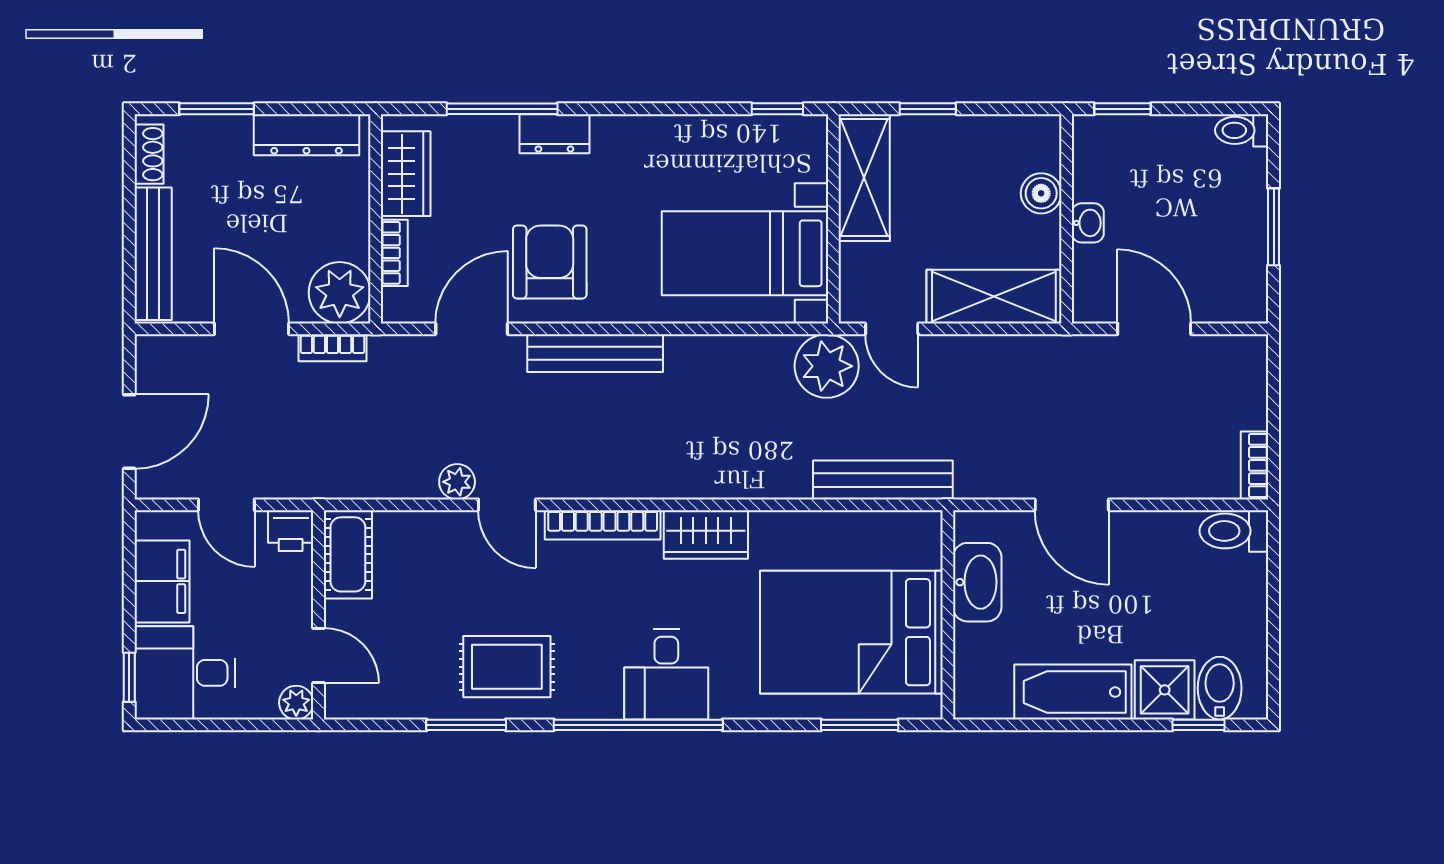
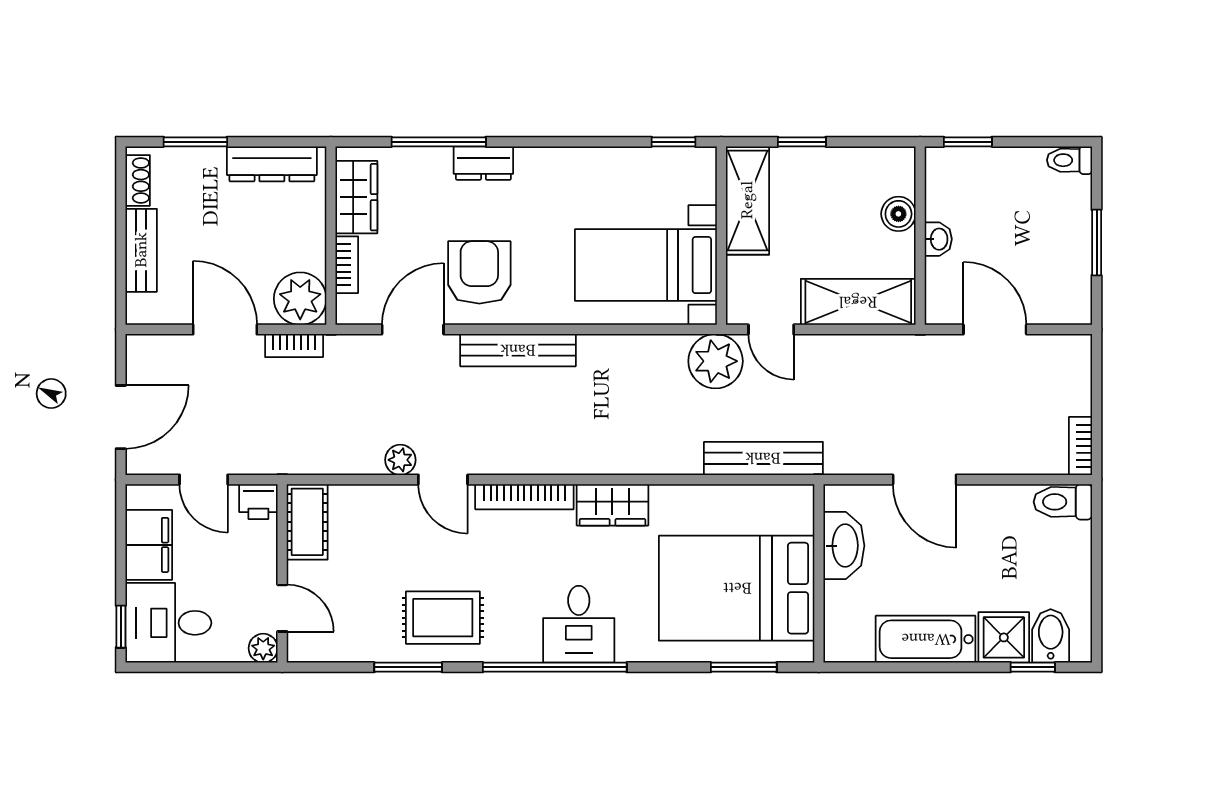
bench: (153, 254) -> (141, 250), width x0.73

